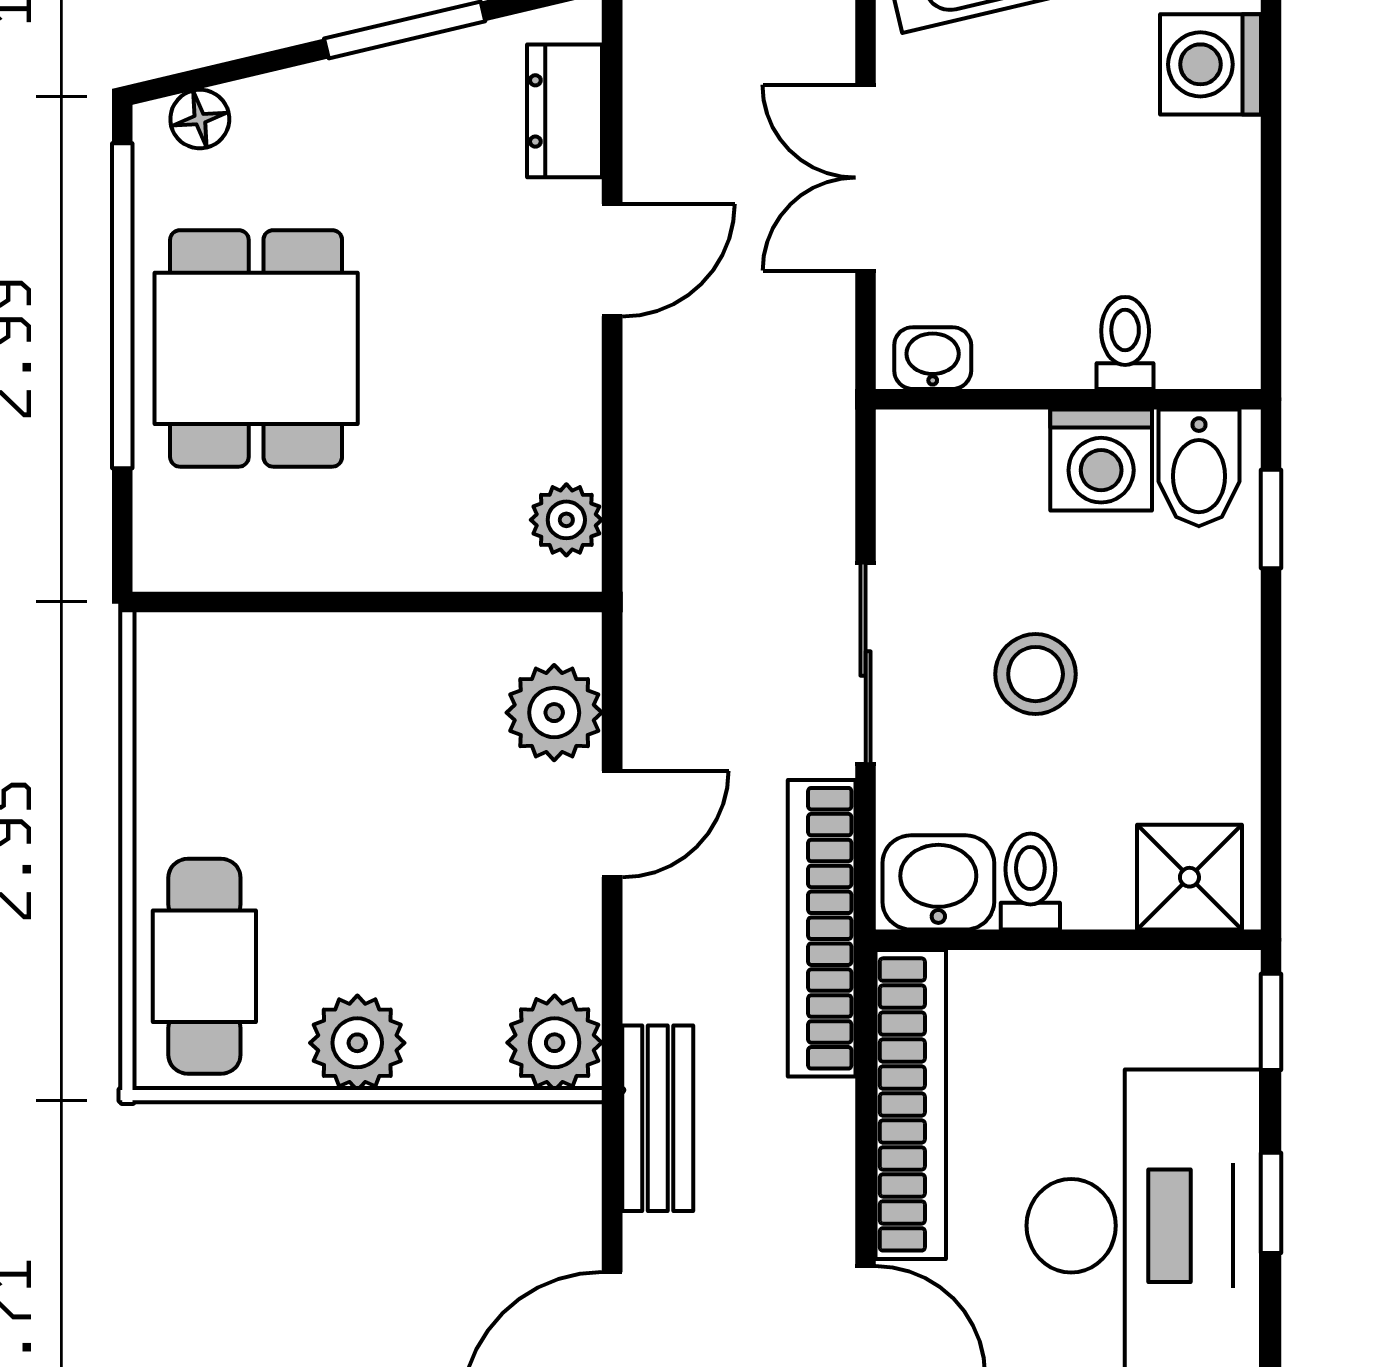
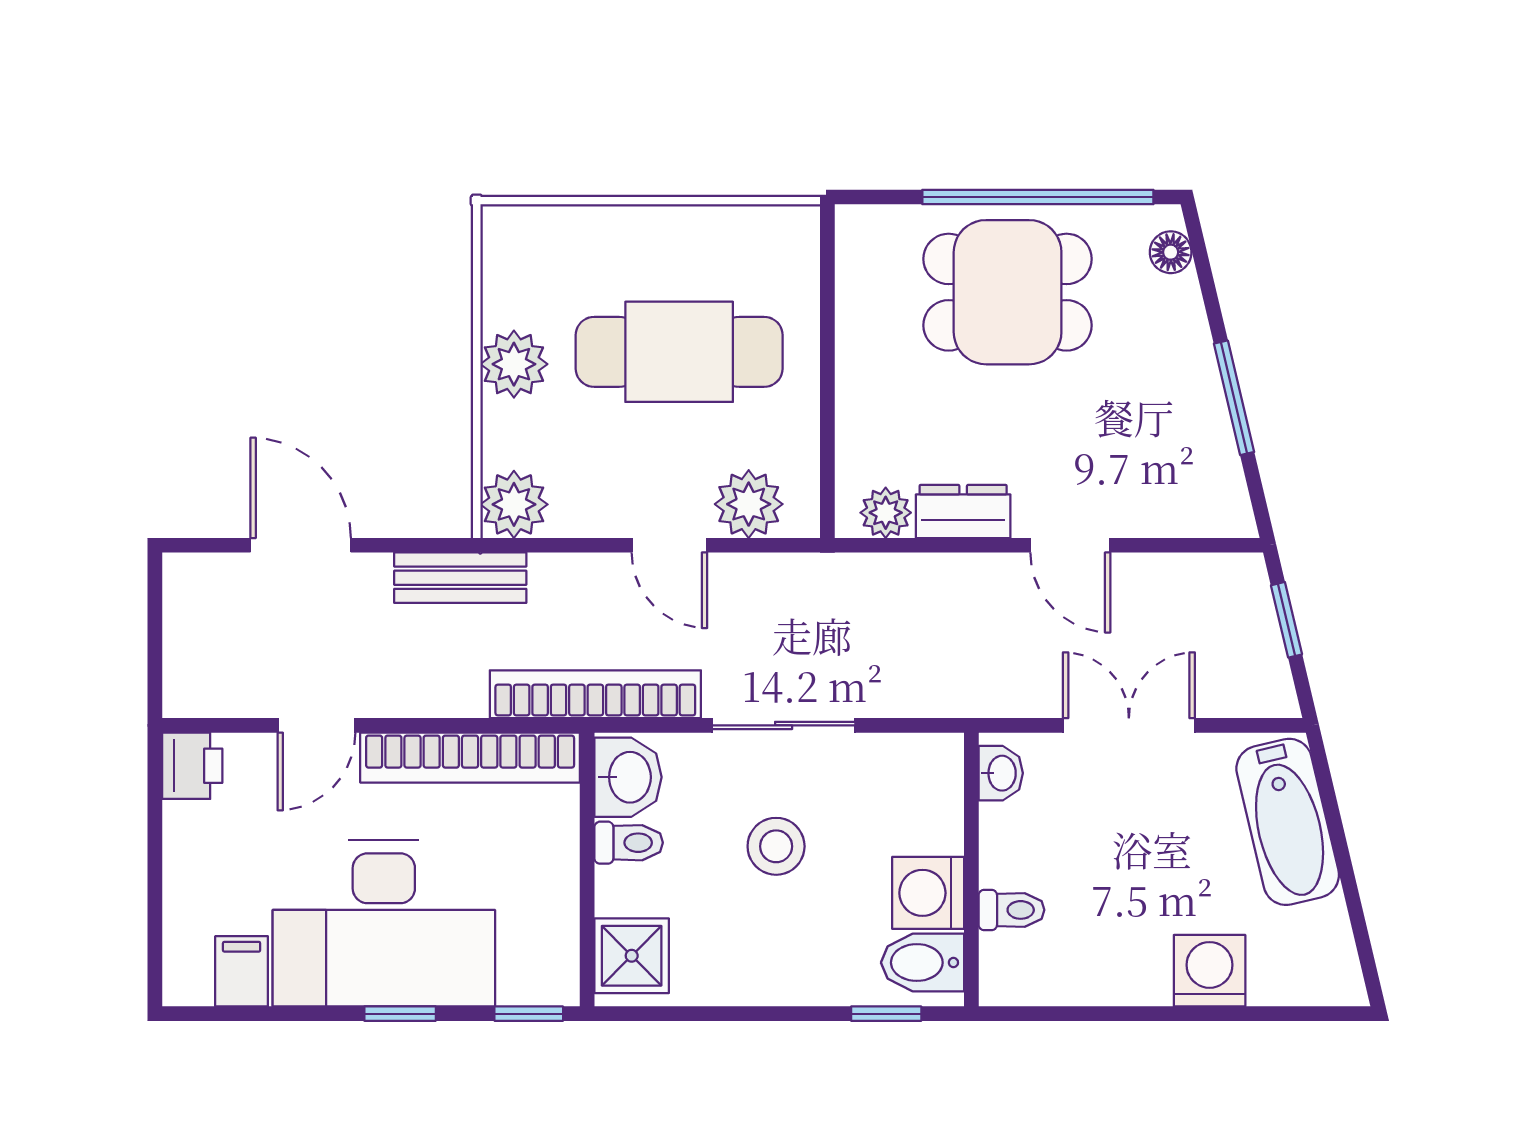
dresser: (565, 111) -> (963, 511), moved
cafe table: (204, 966) -> (679, 352), moved, width x1.37, depth x1.35

